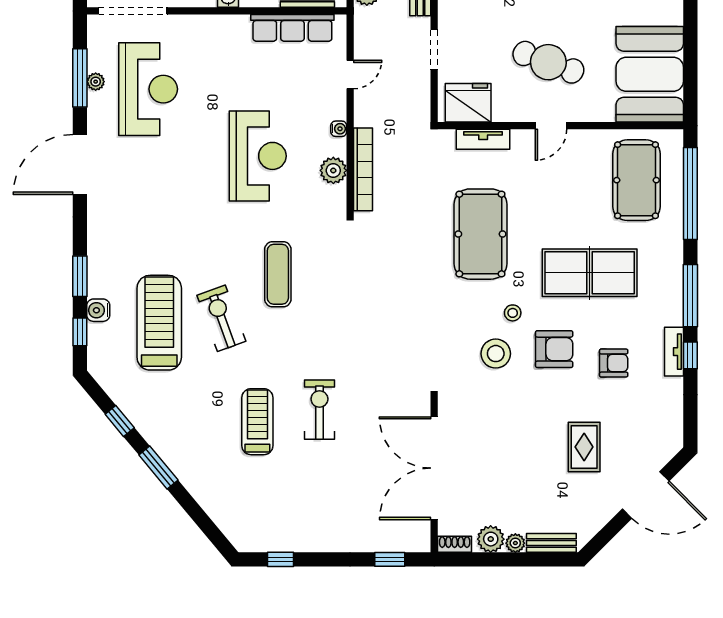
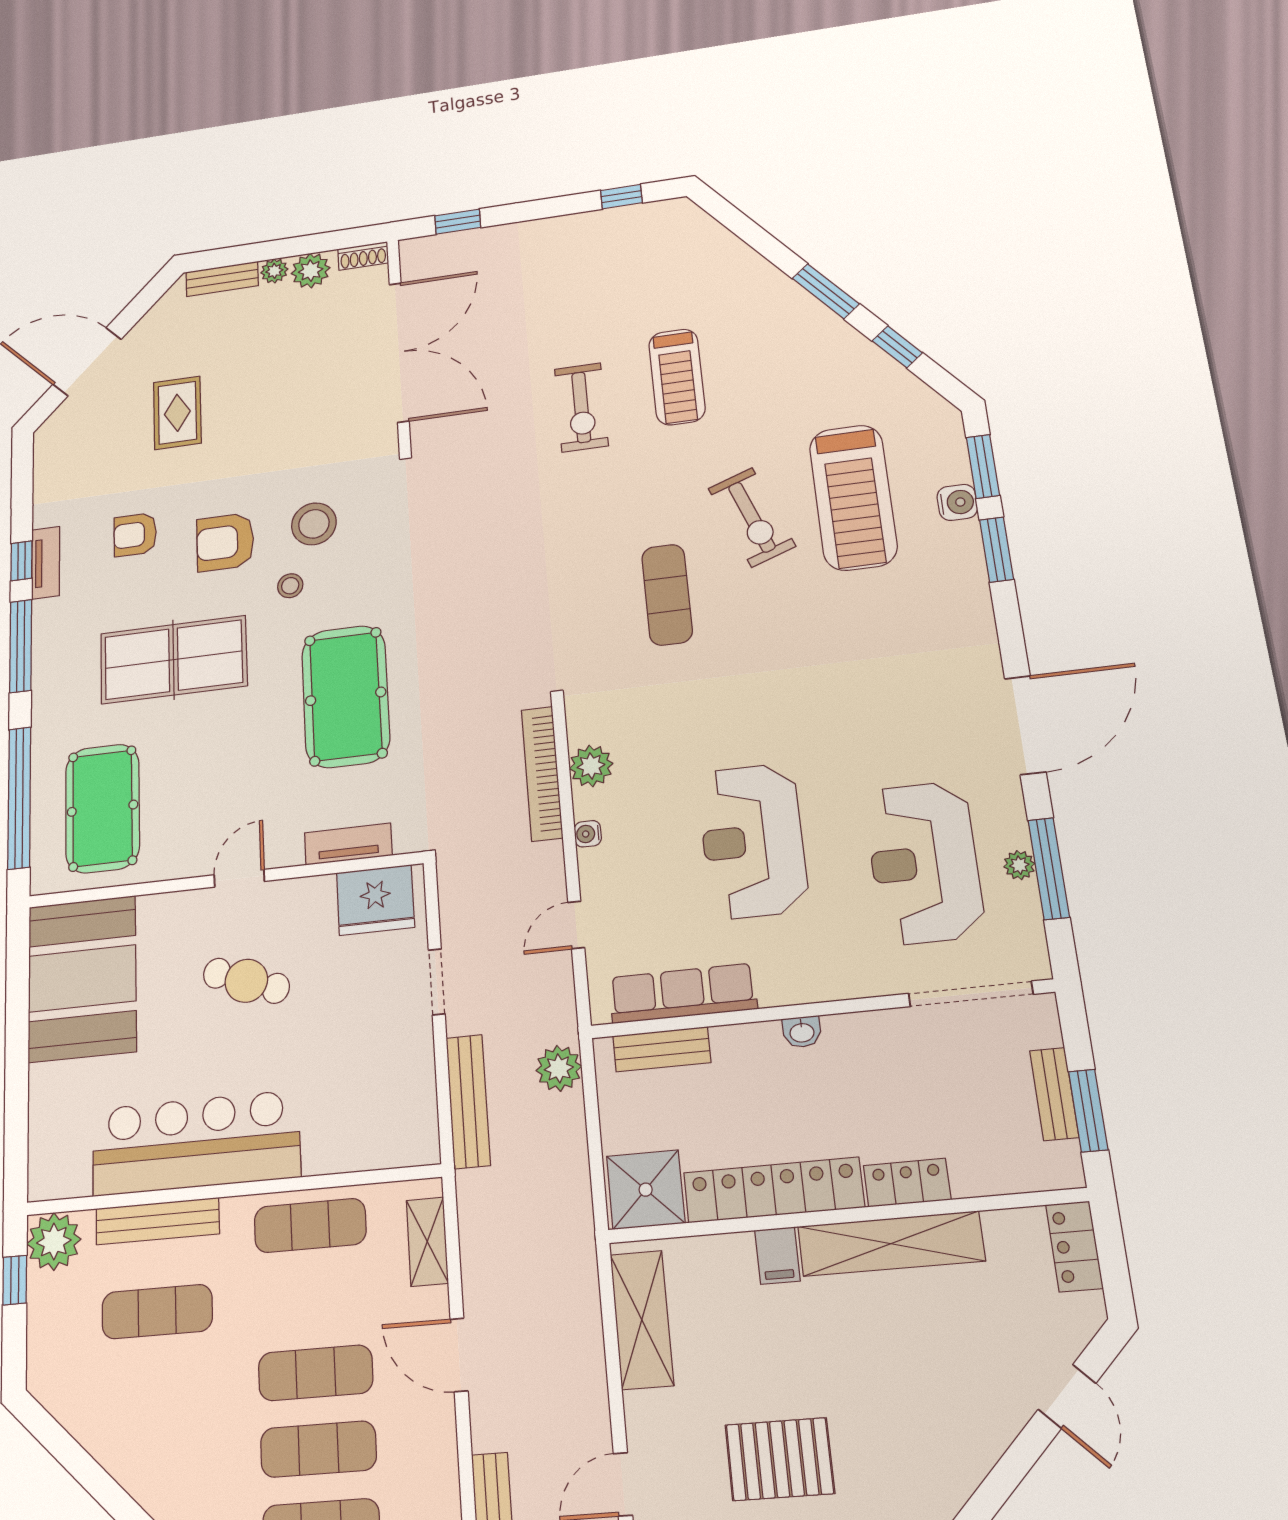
cafe table: (548, 62) -> (246, 981), width x0.73, depth x0.74
reception desk: (258, 156) -> (753, 841), moved
window: (80, 332) -> (983, 466), width x1.50

